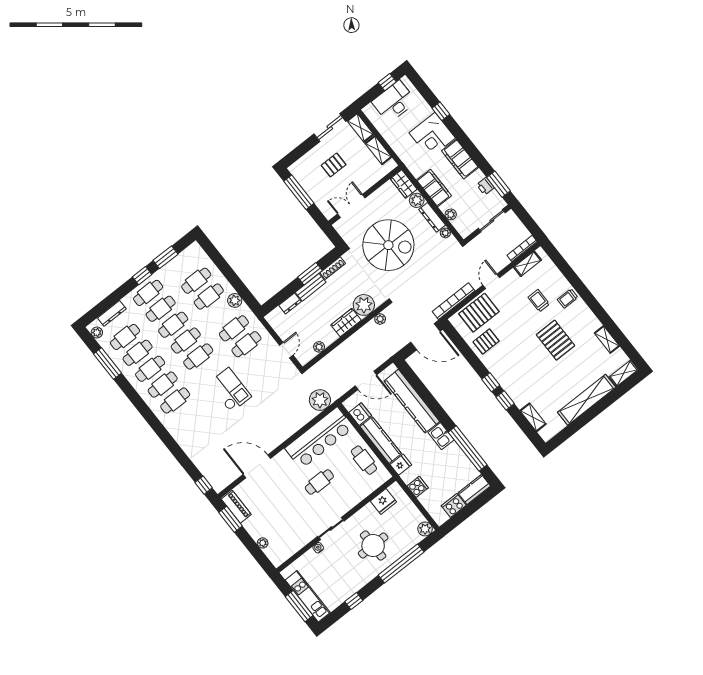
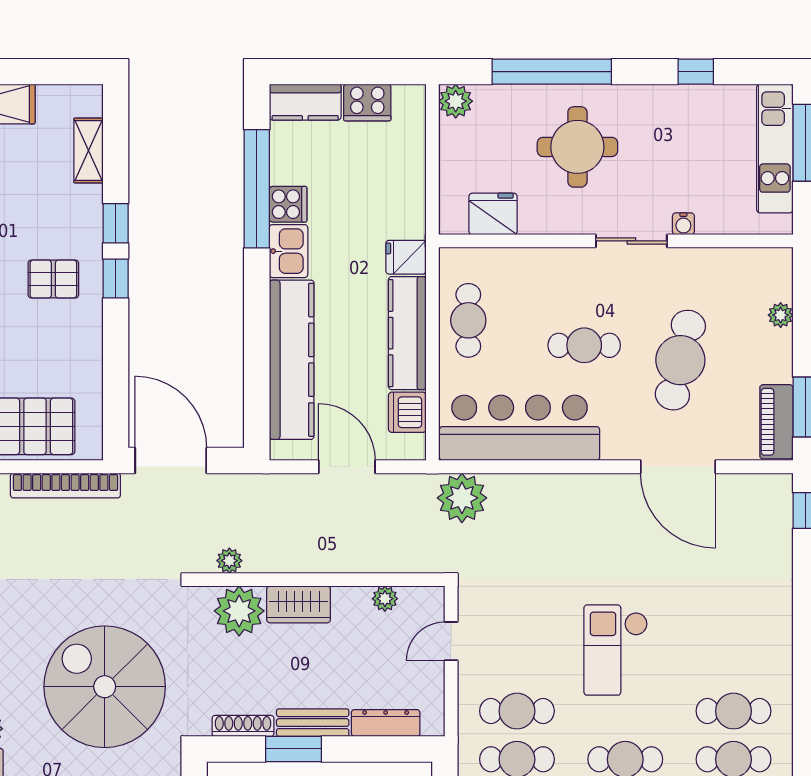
dresser: (290, 303) -> (386, 723), width x1.44
pallet: (486, 341) -> (53, 279), moved
cooker: (418, 487) -> (288, 204), moved, turned 180
cafe table: (284, 502) -> (680, 360), added

